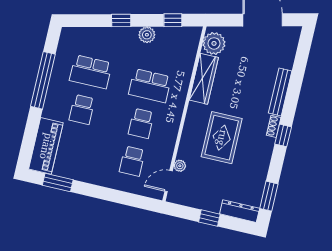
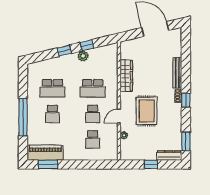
window: (173, 20) -> (87, 45), moved
plant: (214, 43) -> (127, 51), removed
window: (43, 80) -> (23, 117), moved
piano: (46, 146) -> (45, 153), moved, turned -90
door: (169, 181) -> (119, 116), moved

